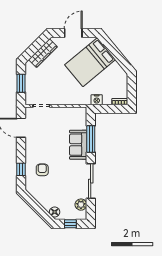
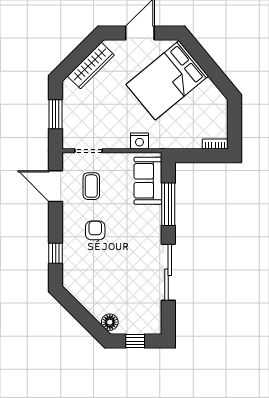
nightstand: (97, 100) -> (139, 141), moved
coffee table: (43, 128) -> (91, 186), added
sofa: (78, 145) -> (148, 181), moved
armchair: (42, 170) -> (95, 230), moved
plant: (81, 205) -> (152, 310), removed

